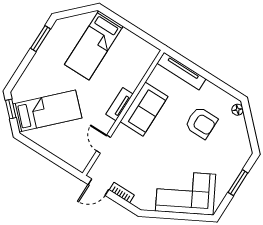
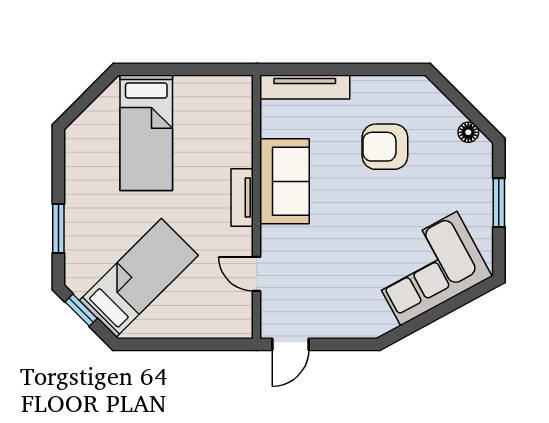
window: (40, 39) -> (58, 228), moved
floor lamp: (238, 110) -> (468, 132), moved
armchair: (201, 123) -> (385, 147), turned 180
bookcase: (122, 193) -> (331, 330), removed

